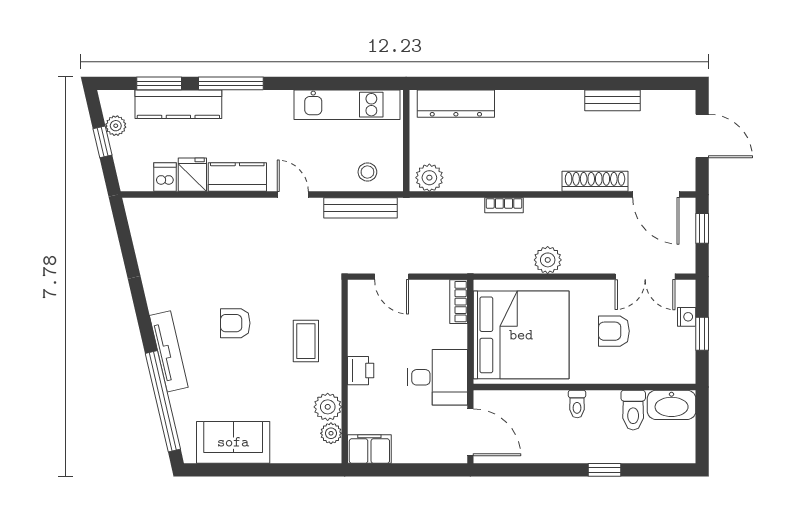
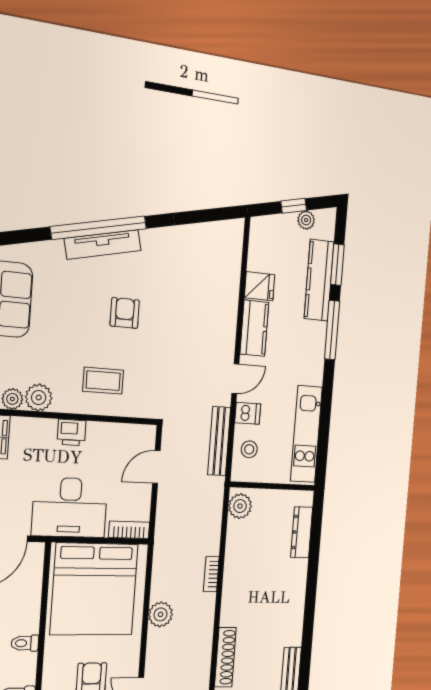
dresser: (456, 104) -> (302, 532), width x0.73, depth x0.80
dishwasher: (165, 177) -> (248, 413), moved
desk: (437, 377) -> (70, 507), width x1.37
window: (163, 401) -> (99, 228), moved

